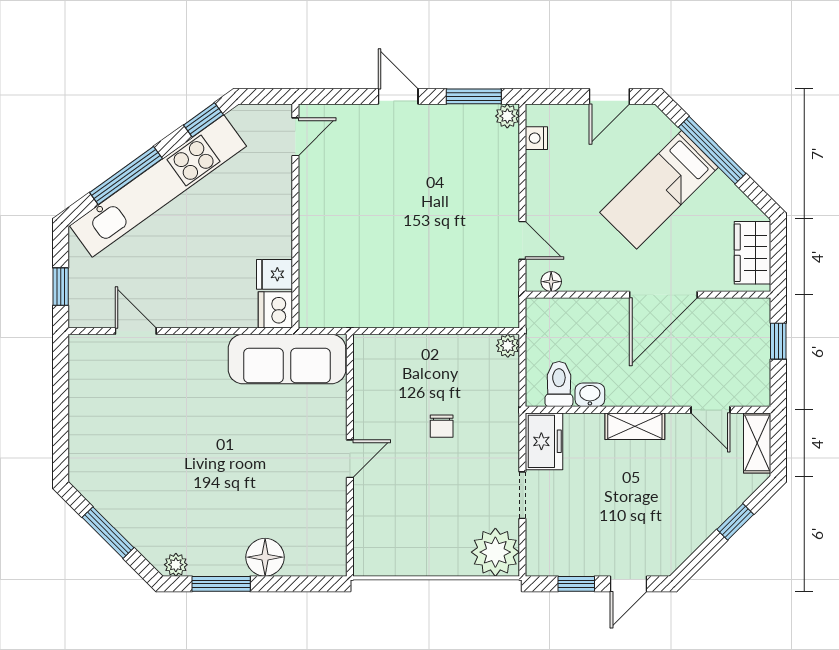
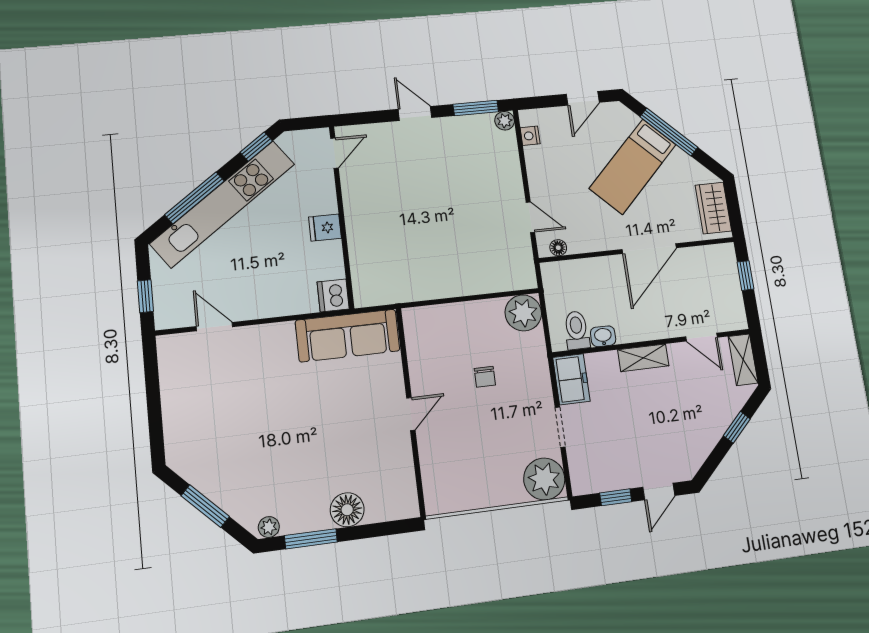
fridge: (274, 274) -> (325, 228), moved
plant: (508, 346) -> (523, 313), width x1.88, depth x1.88

